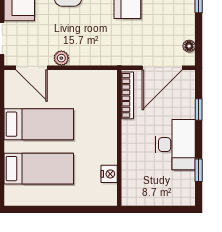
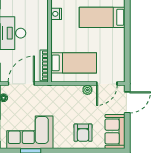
door: (32, 68) -> (107, 84), swing flipped
bed: (39, 124) -> (74, 63), moved, turned 180

